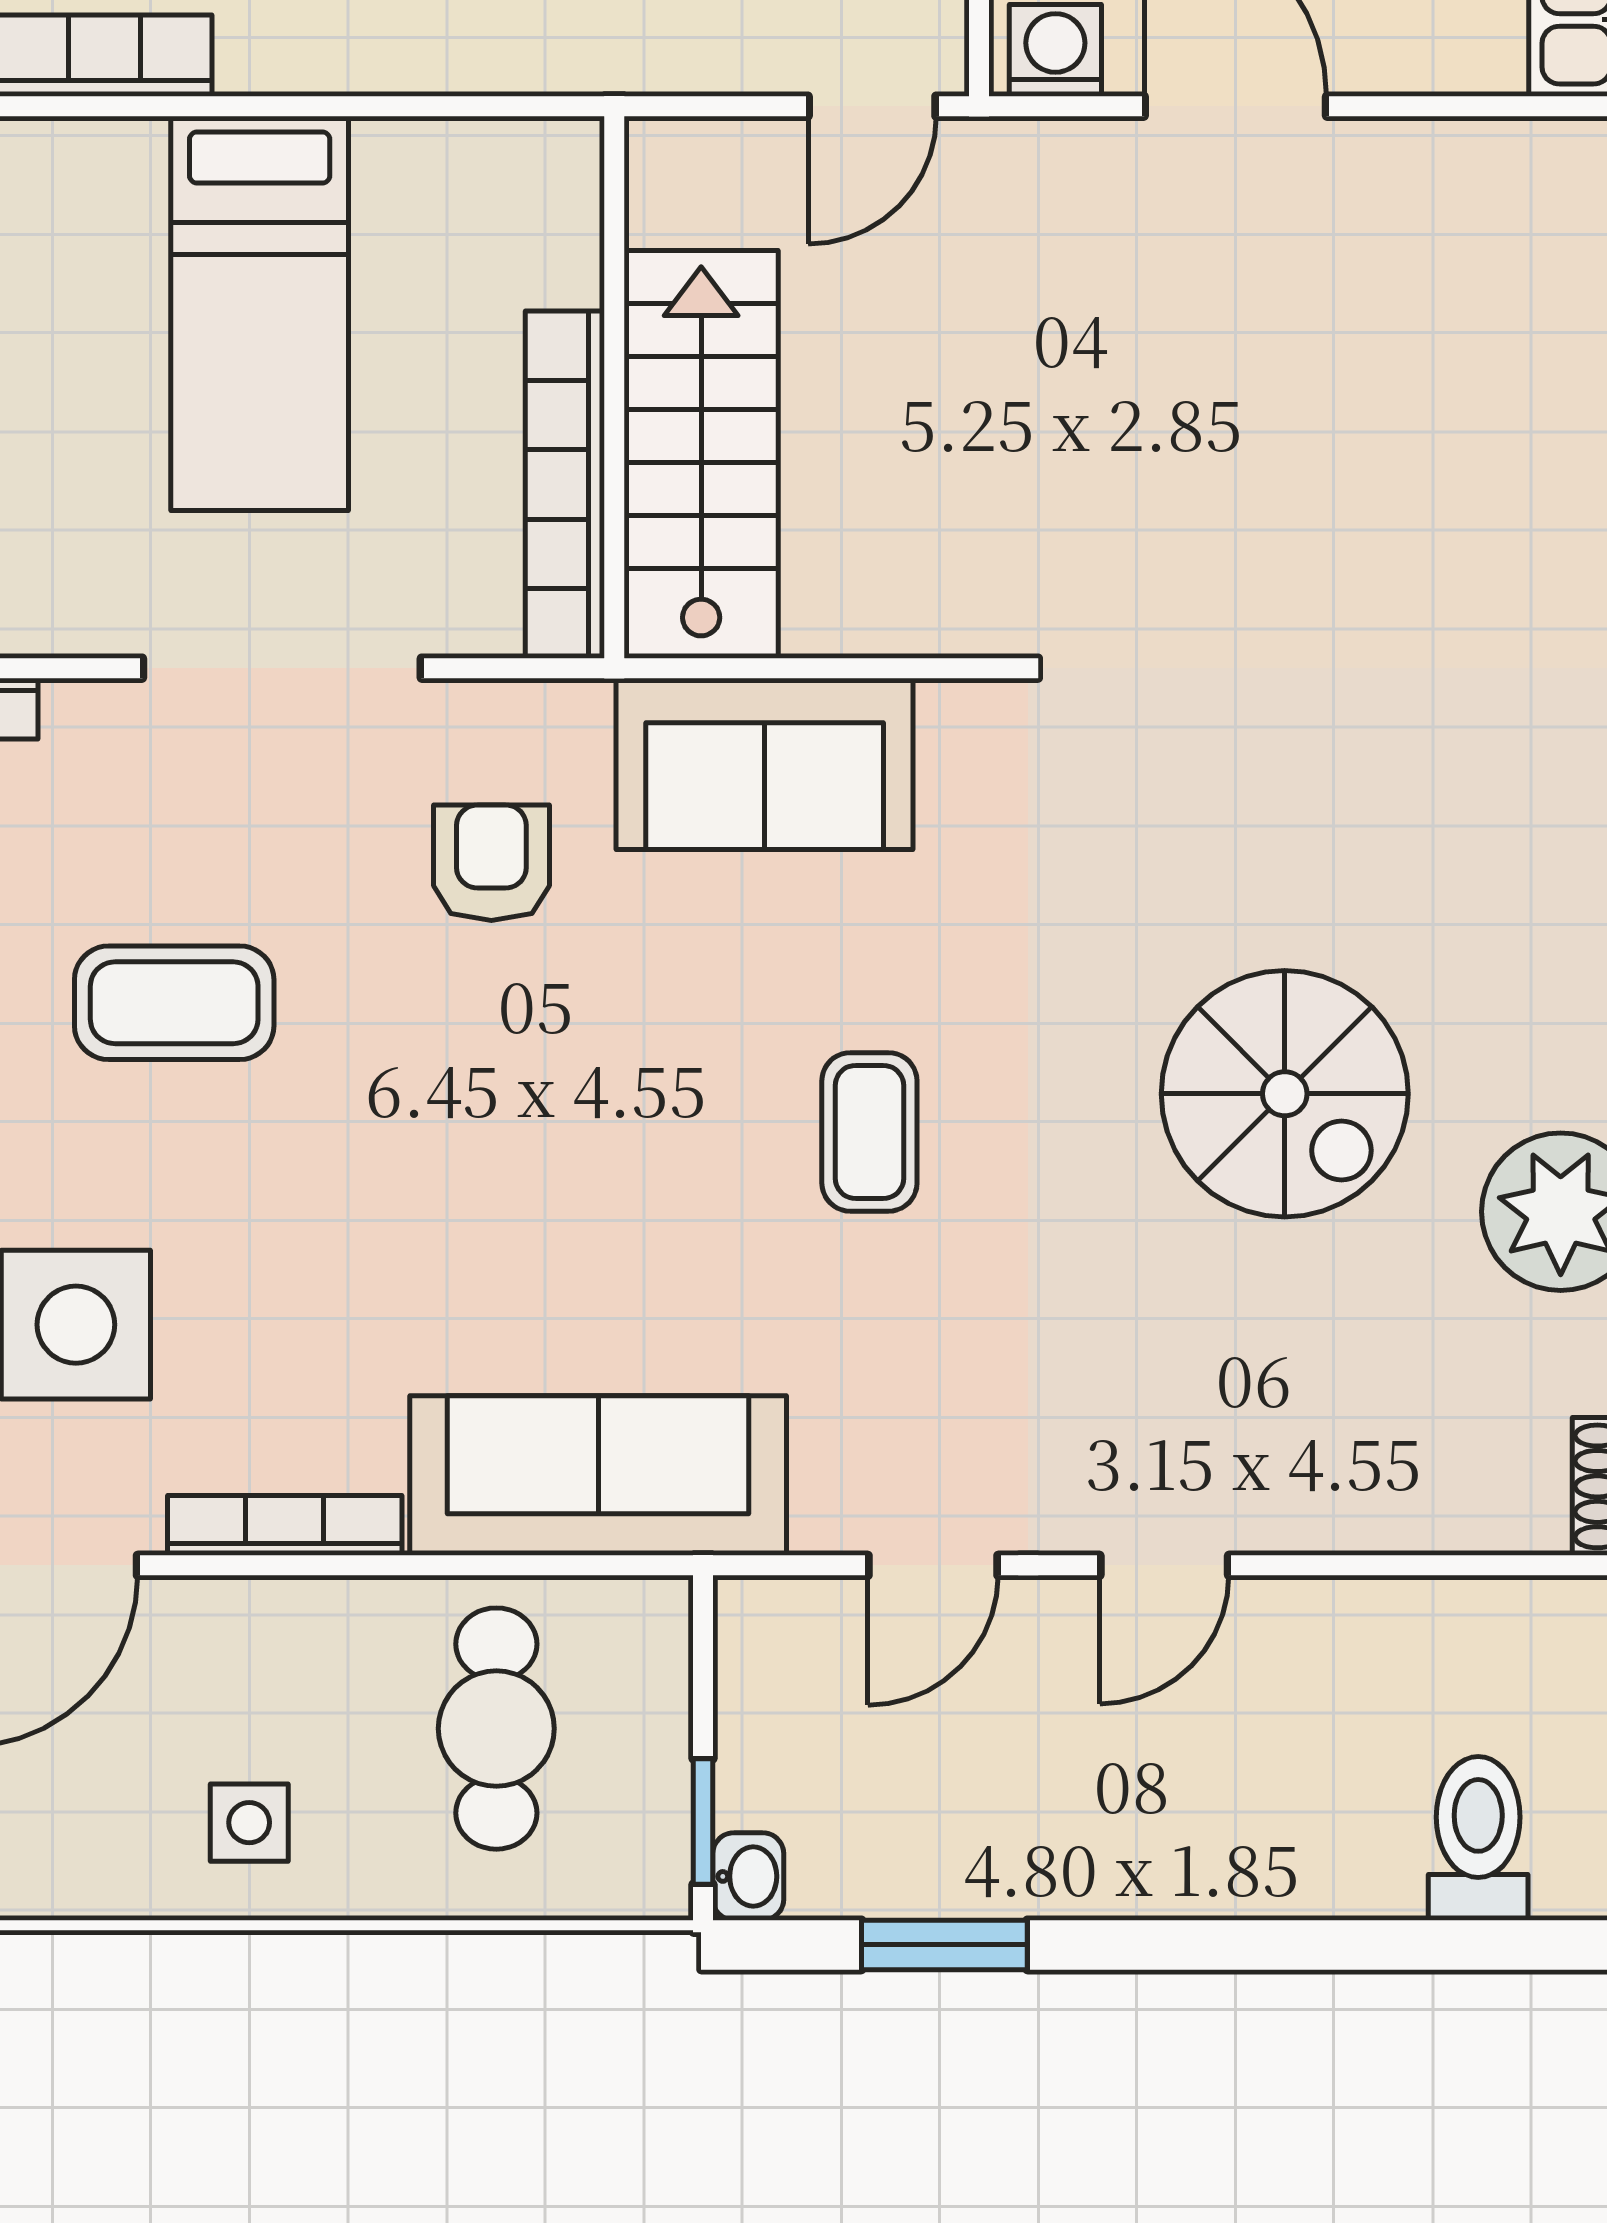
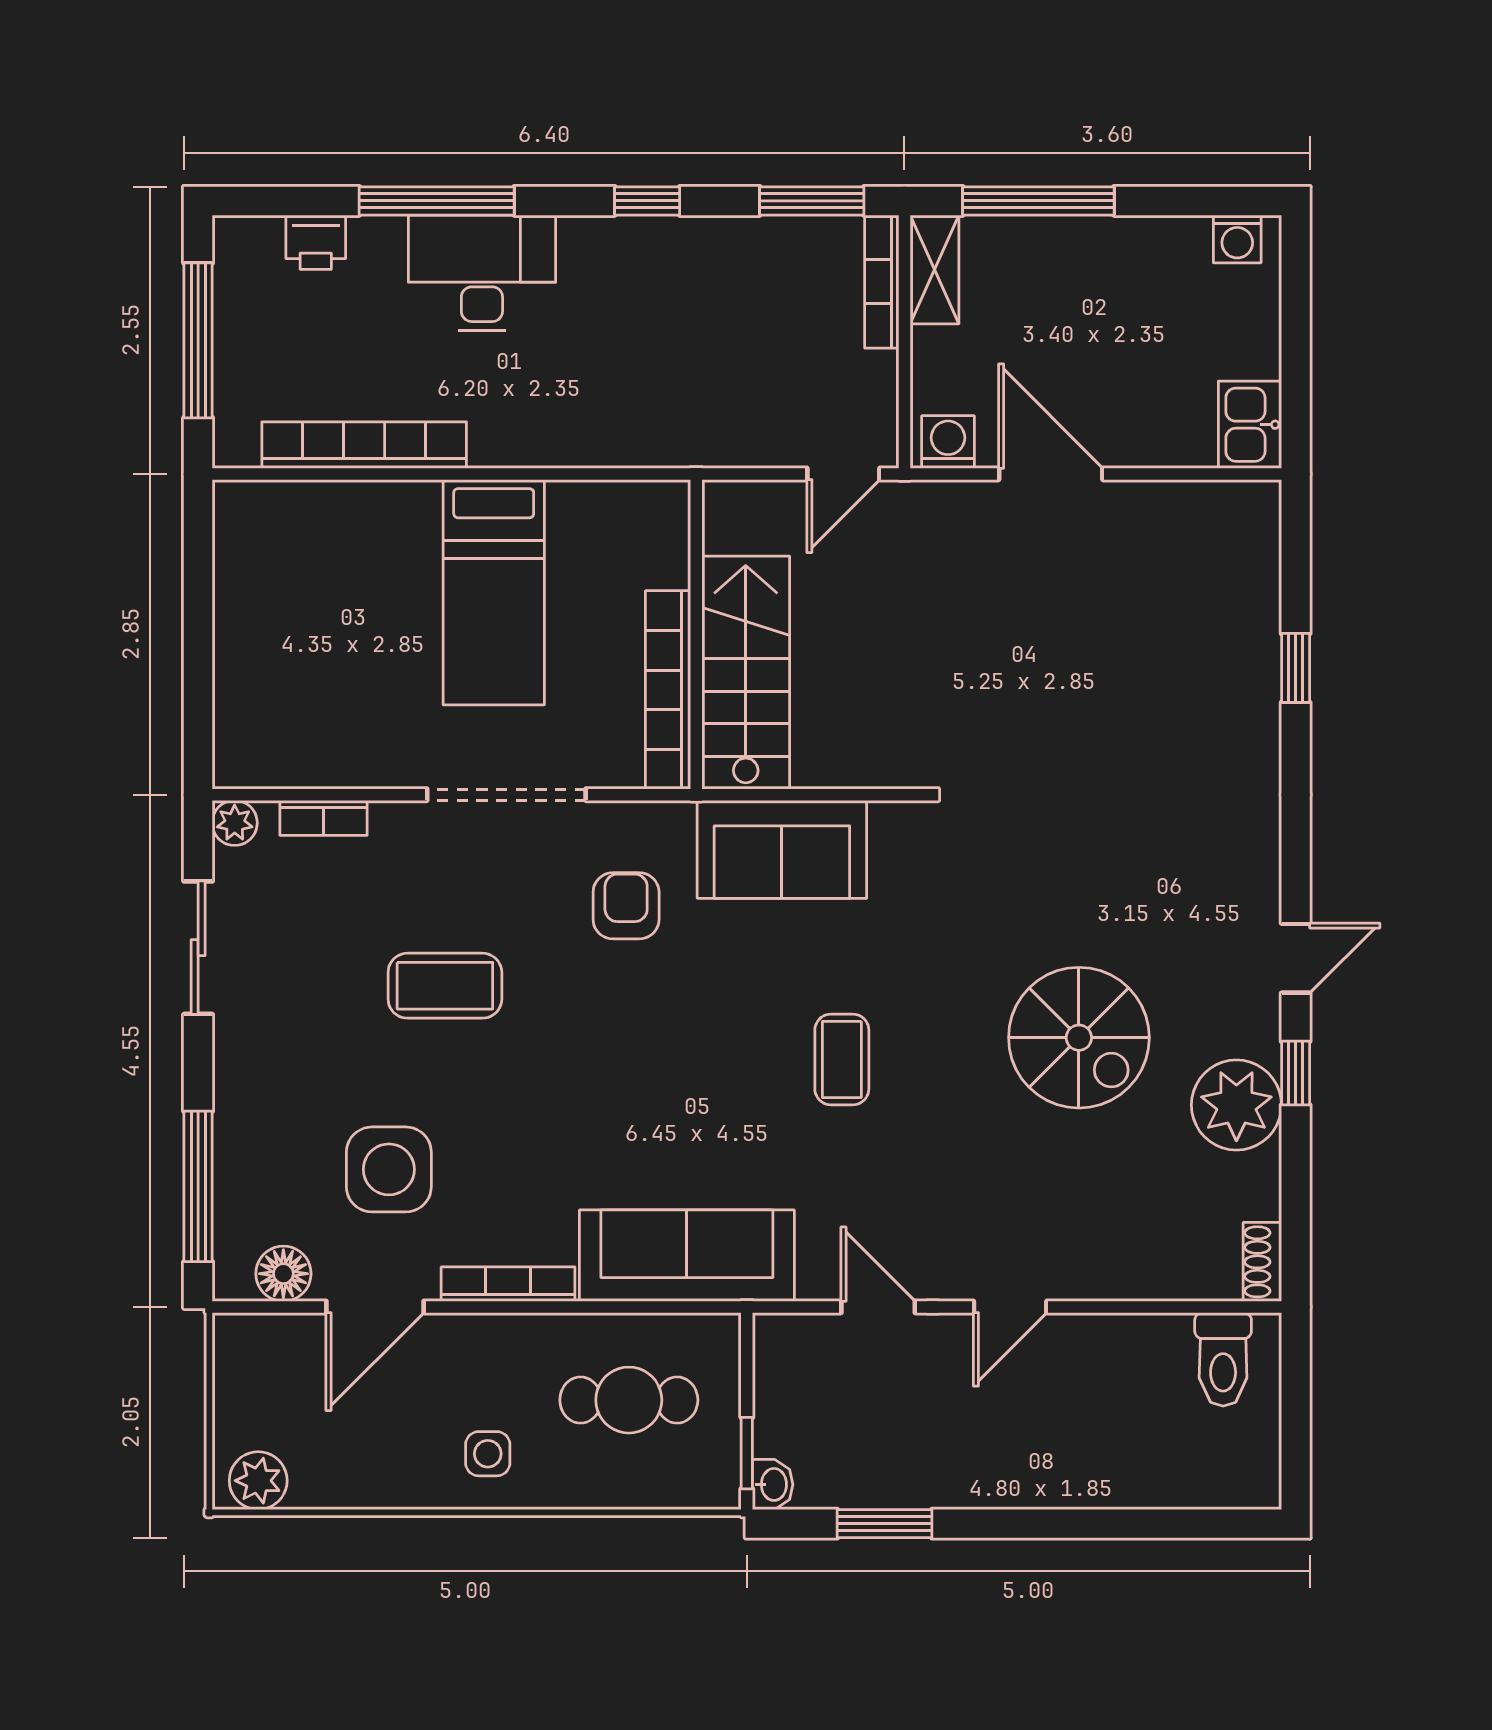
door: (933, 1565) -> (878, 1307), swing flipped
cafe table: (496, 1729) -> (629, 1400), turned 90
toilet: (1478, 1838) -> (1223, 1359), moved, turned 180

